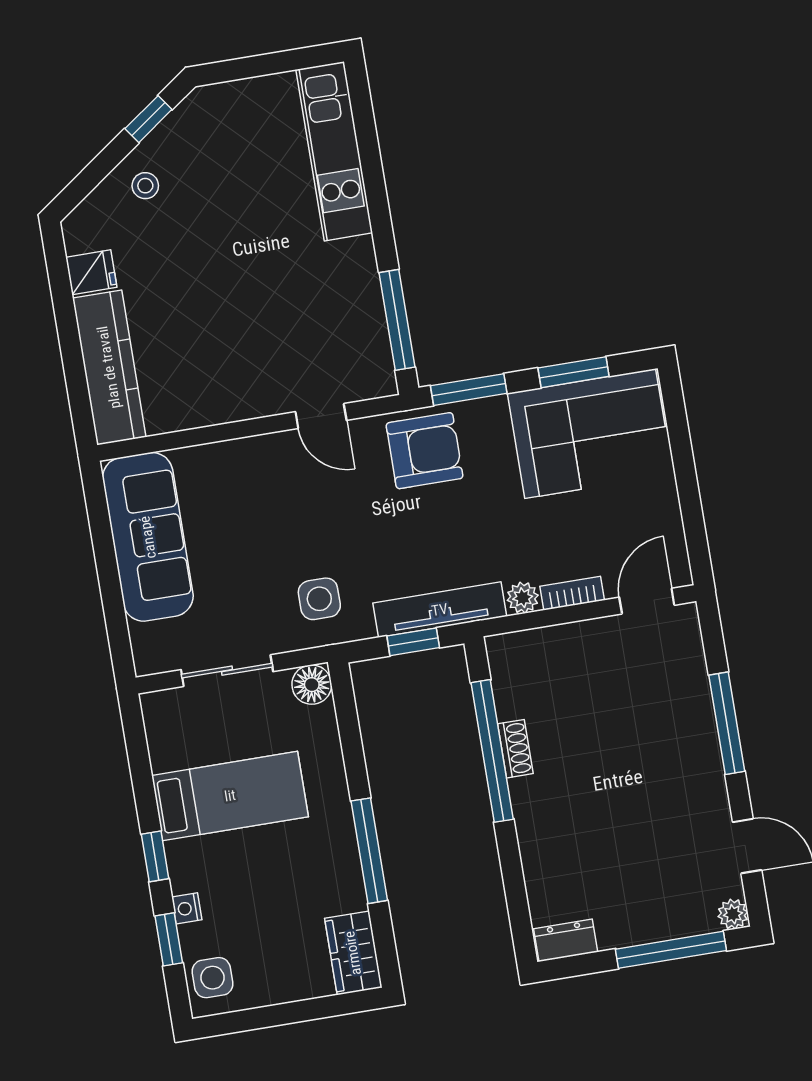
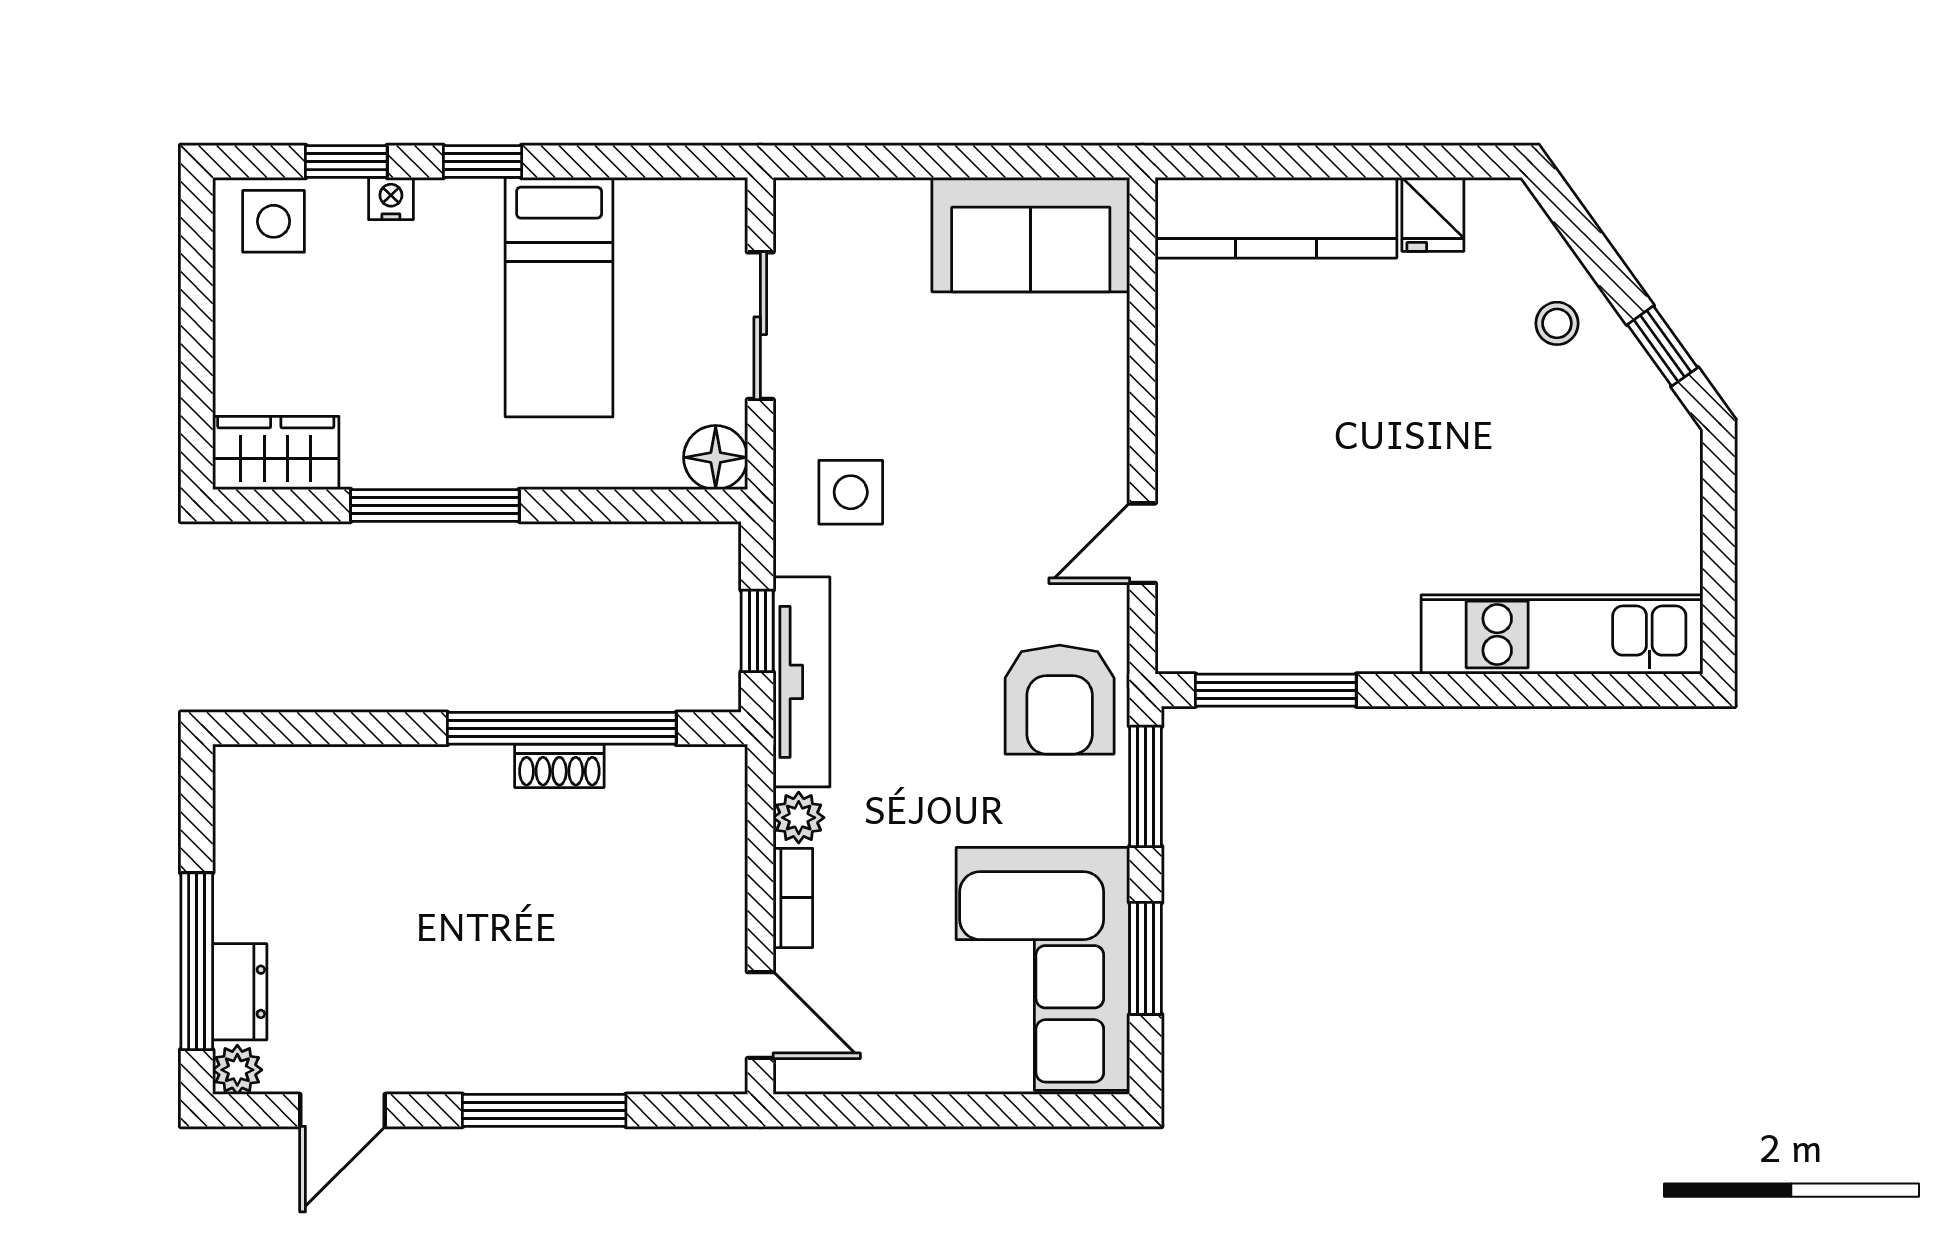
sofa: (148, 537) -> (1031, 235), width x0.73
dresser: (566, 940) -> (240, 992), moved

